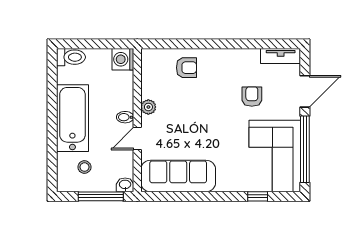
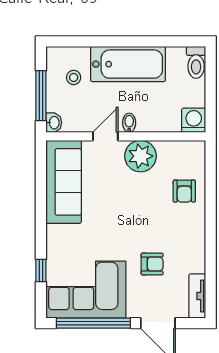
plant: (148, 107) -> (140, 156), width x1.88, depth x1.88
door: (137, 139) -> (105, 136), hinge flipped

